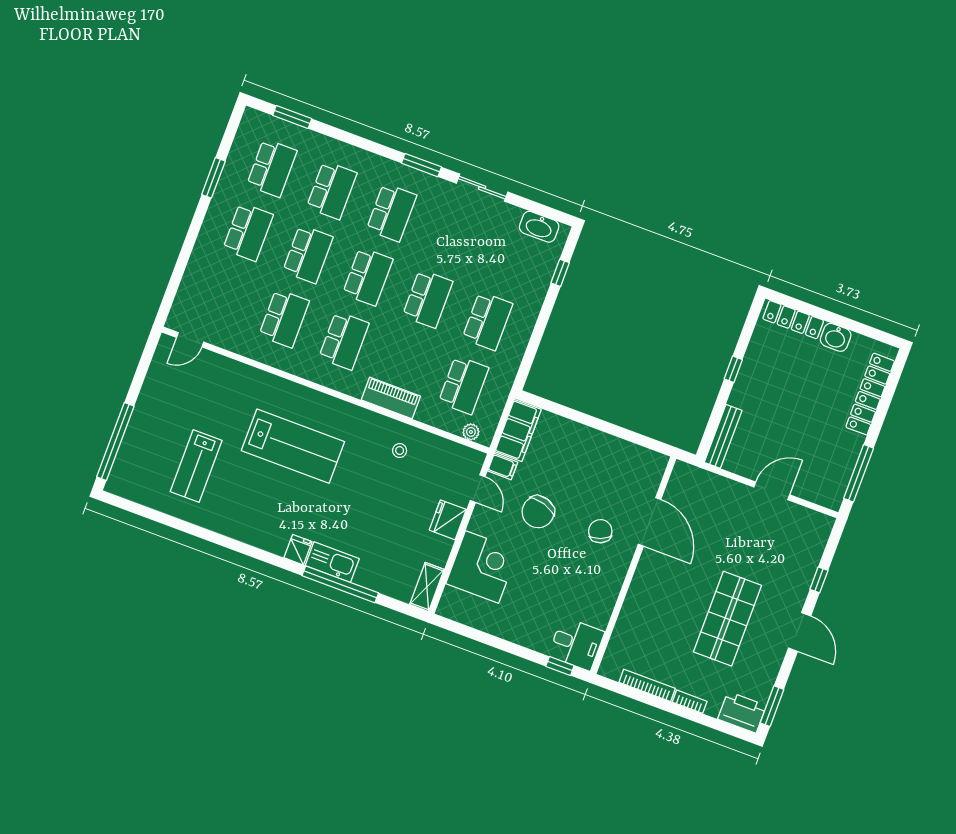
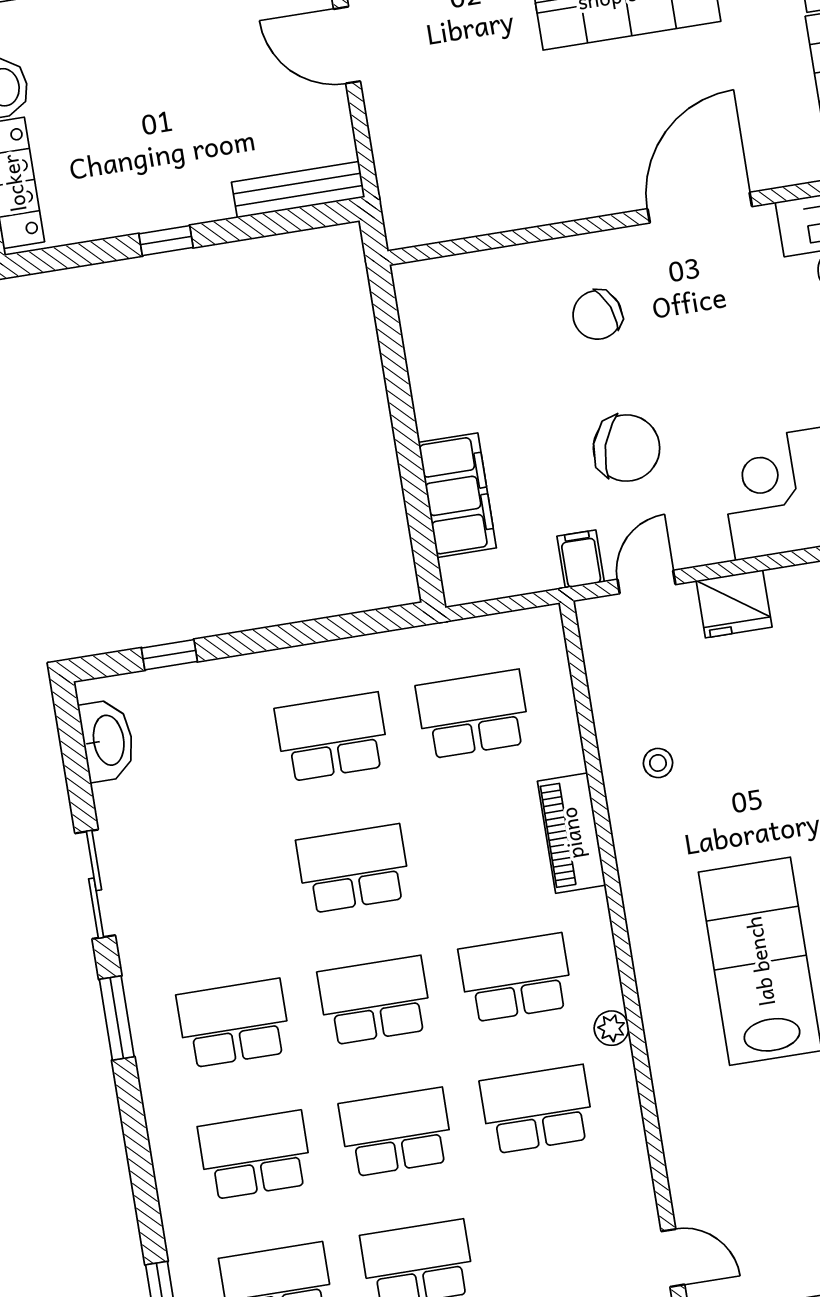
filing cabinet: (518, 431) -> (457, 495), moved, turned 90
plant: (471, 432) -> (611, 1028), moved
door: (650, 522) -> (700, 208), moved

